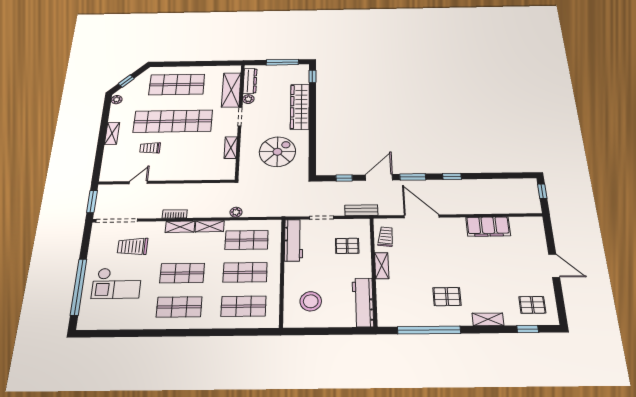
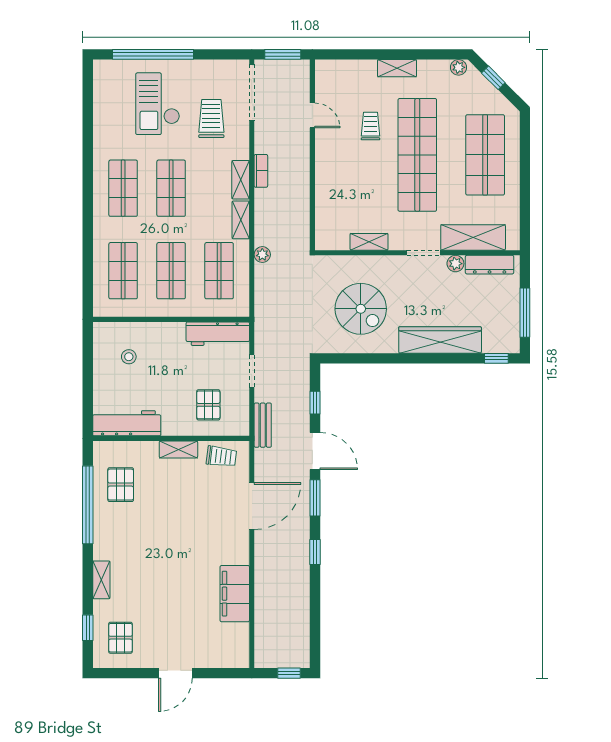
pallet: (447, 297) -> (121, 485), moved
stool: (311, 301) -> (129, 357), width x0.53, depth x0.53

